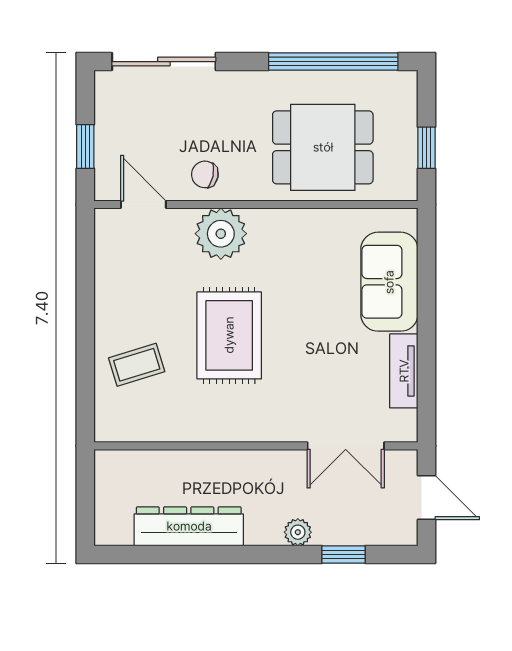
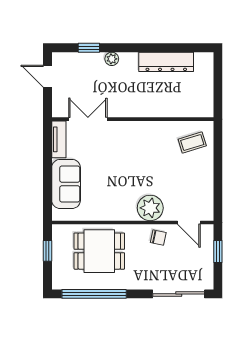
rug: (229, 335) -> (146, 157), removed
wall: (256, 446) -> (133, 119), moved
double door: (346, 446) -> (88, 119), moved

